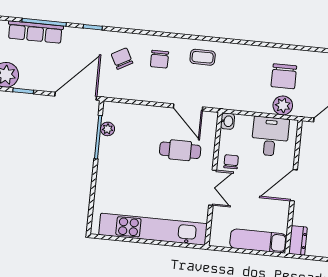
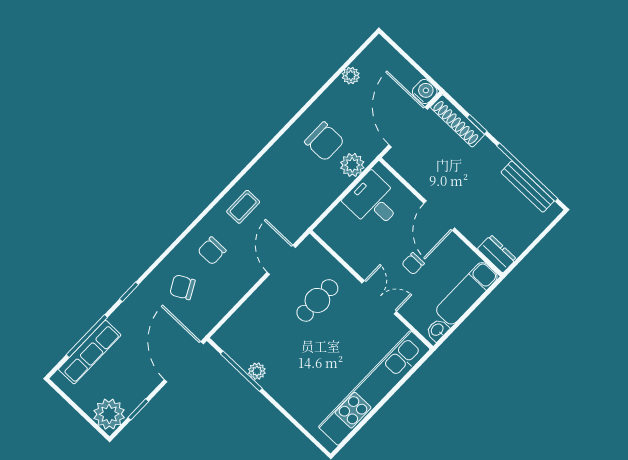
chair: (159, 59) -> (212, 251), turned 90
door: (188, 107) -> (281, 260), swing flipped
washbasin: (228, 121) -> (437, 330), moved, turned -90
plant: (108, 129) -> (257, 371), moved
chair: (231, 162) -> (413, 264), moved, turned -90

